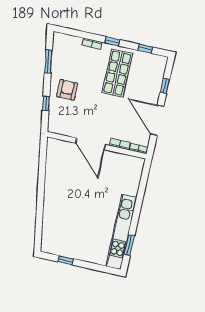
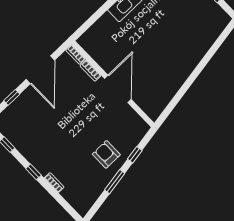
window: (48, 61) -> (115, 182), moved
shop shelf: (117, 73) -> (49, 139), removed
armchair: (67, 90) -> (106, 154), turned 90

